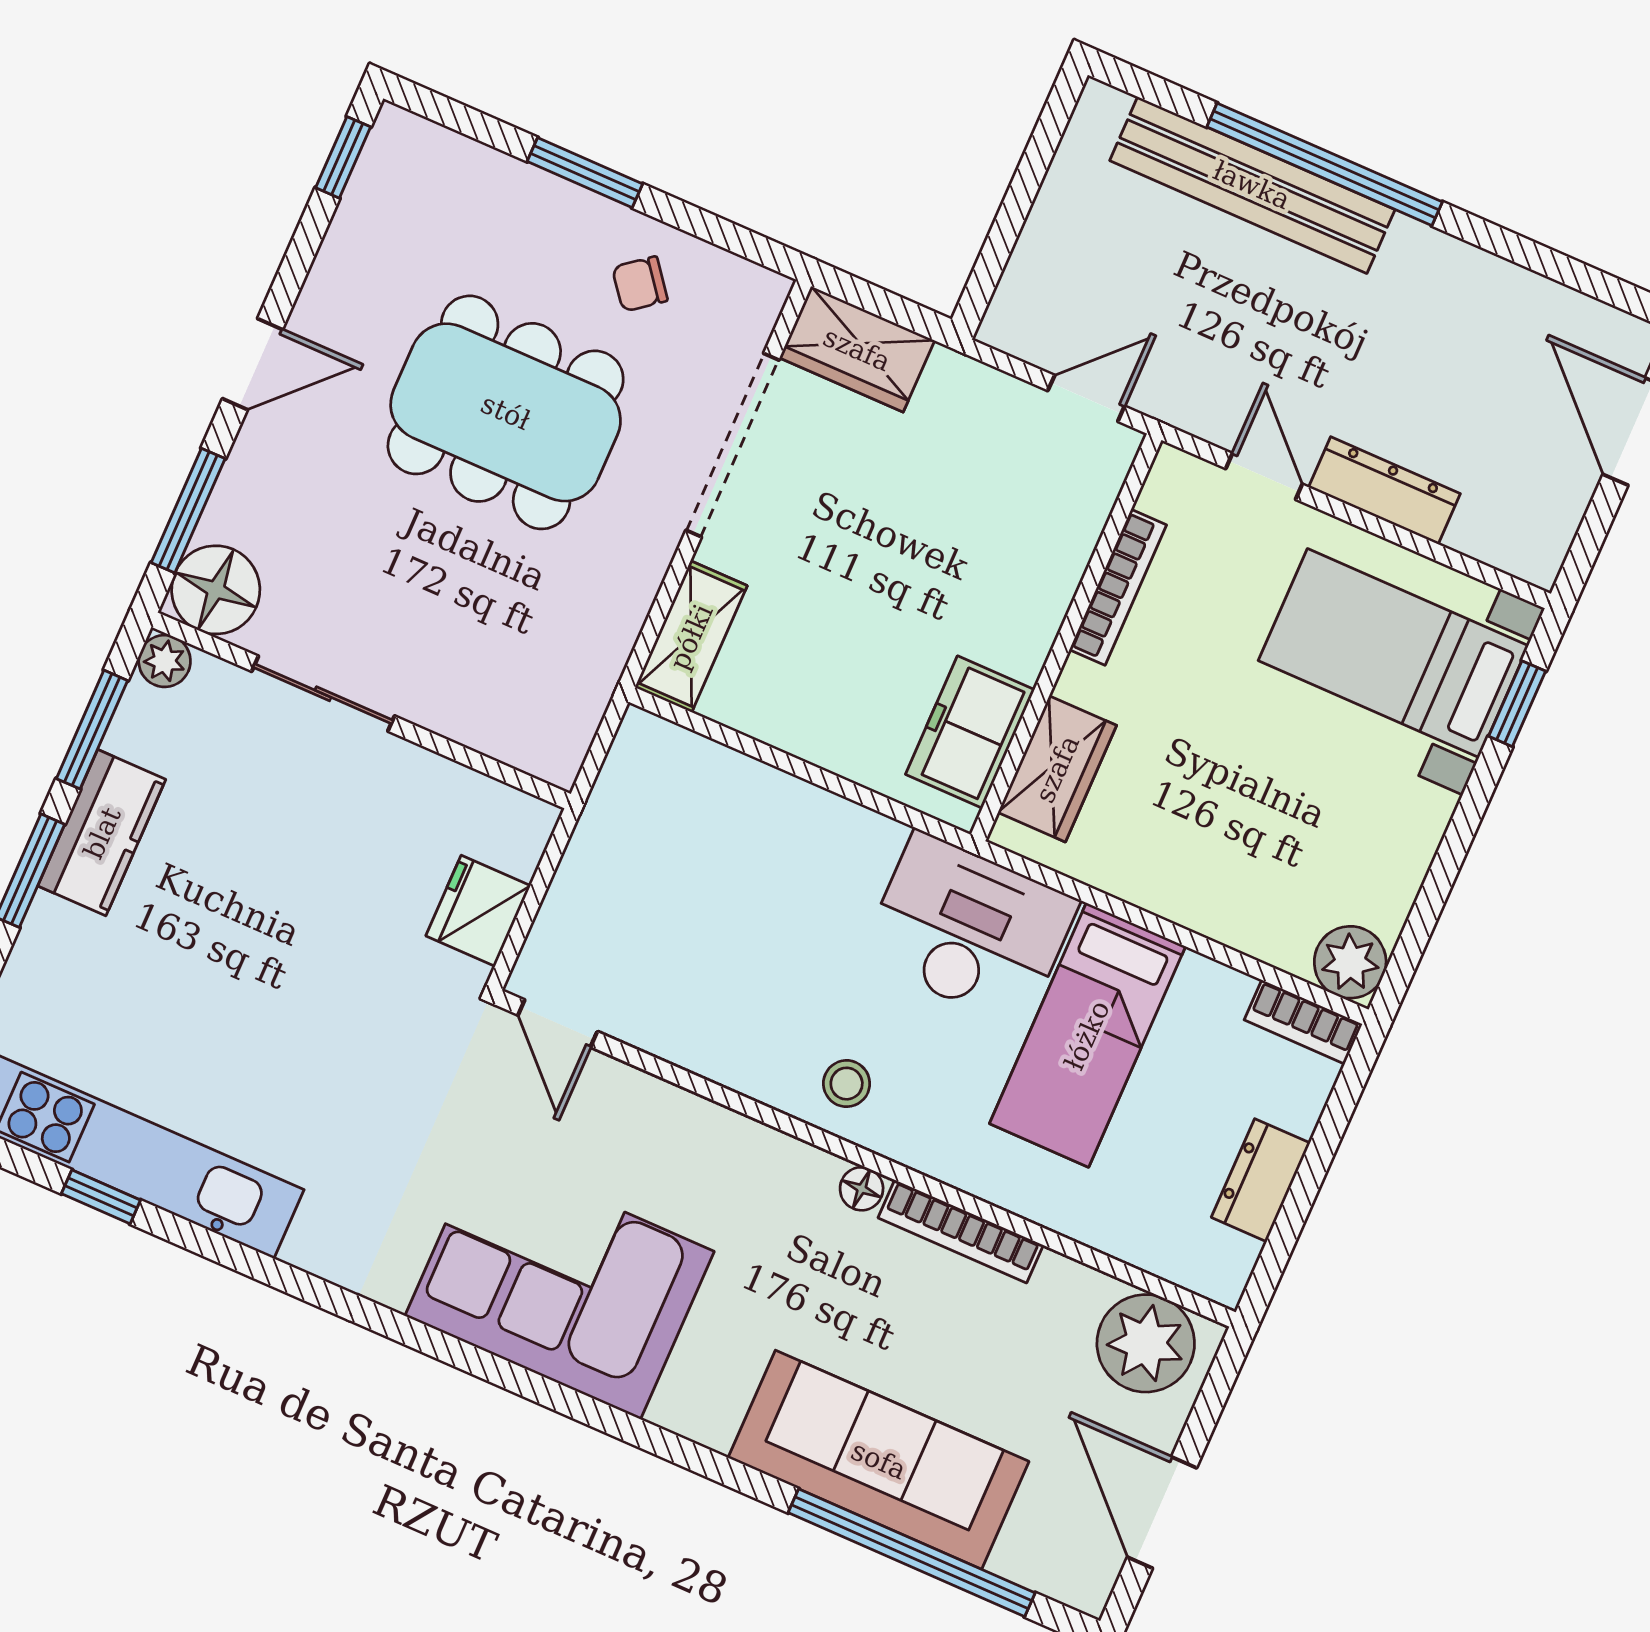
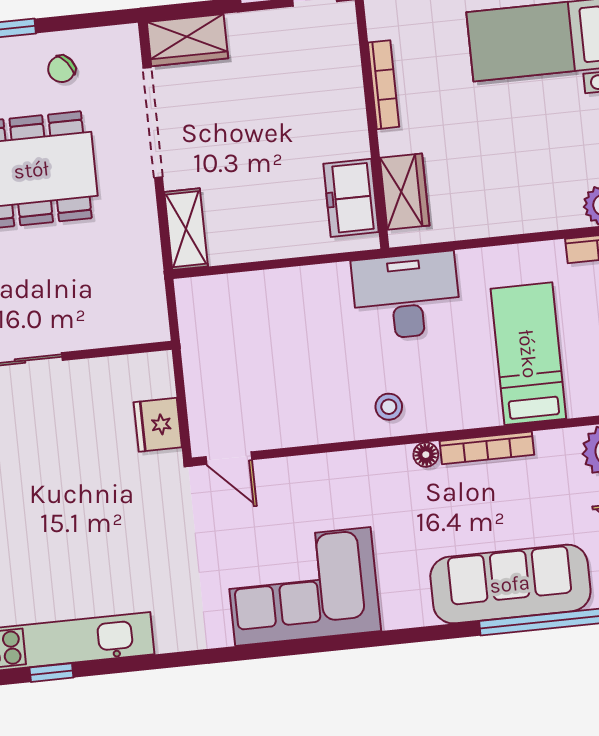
bed: (1087, 1035) -> (528, 354), moved, turned 180

